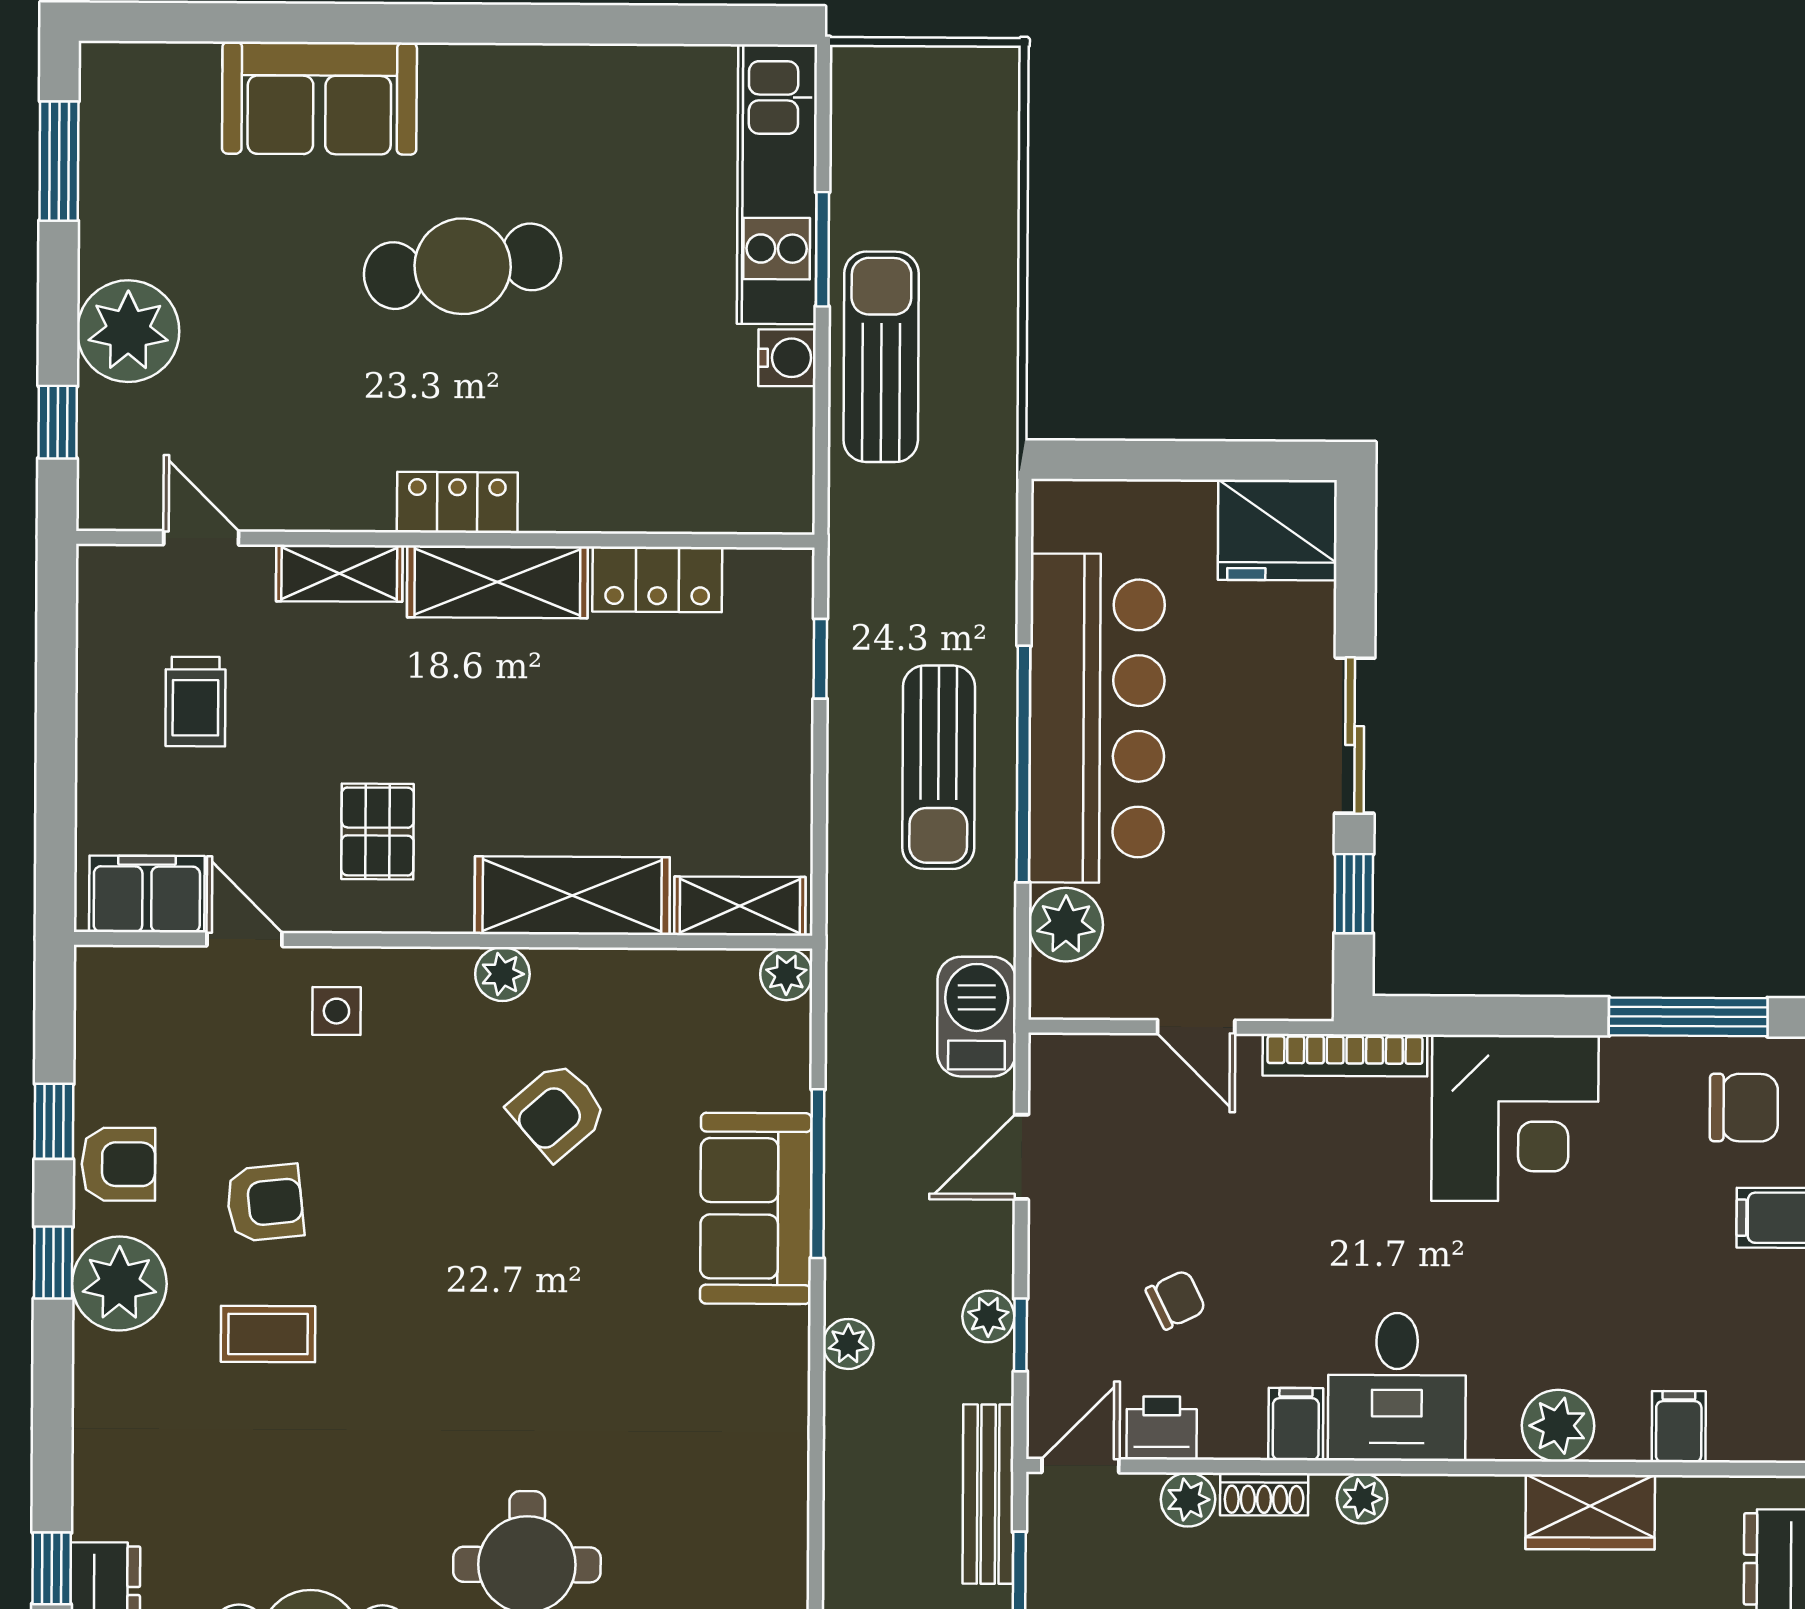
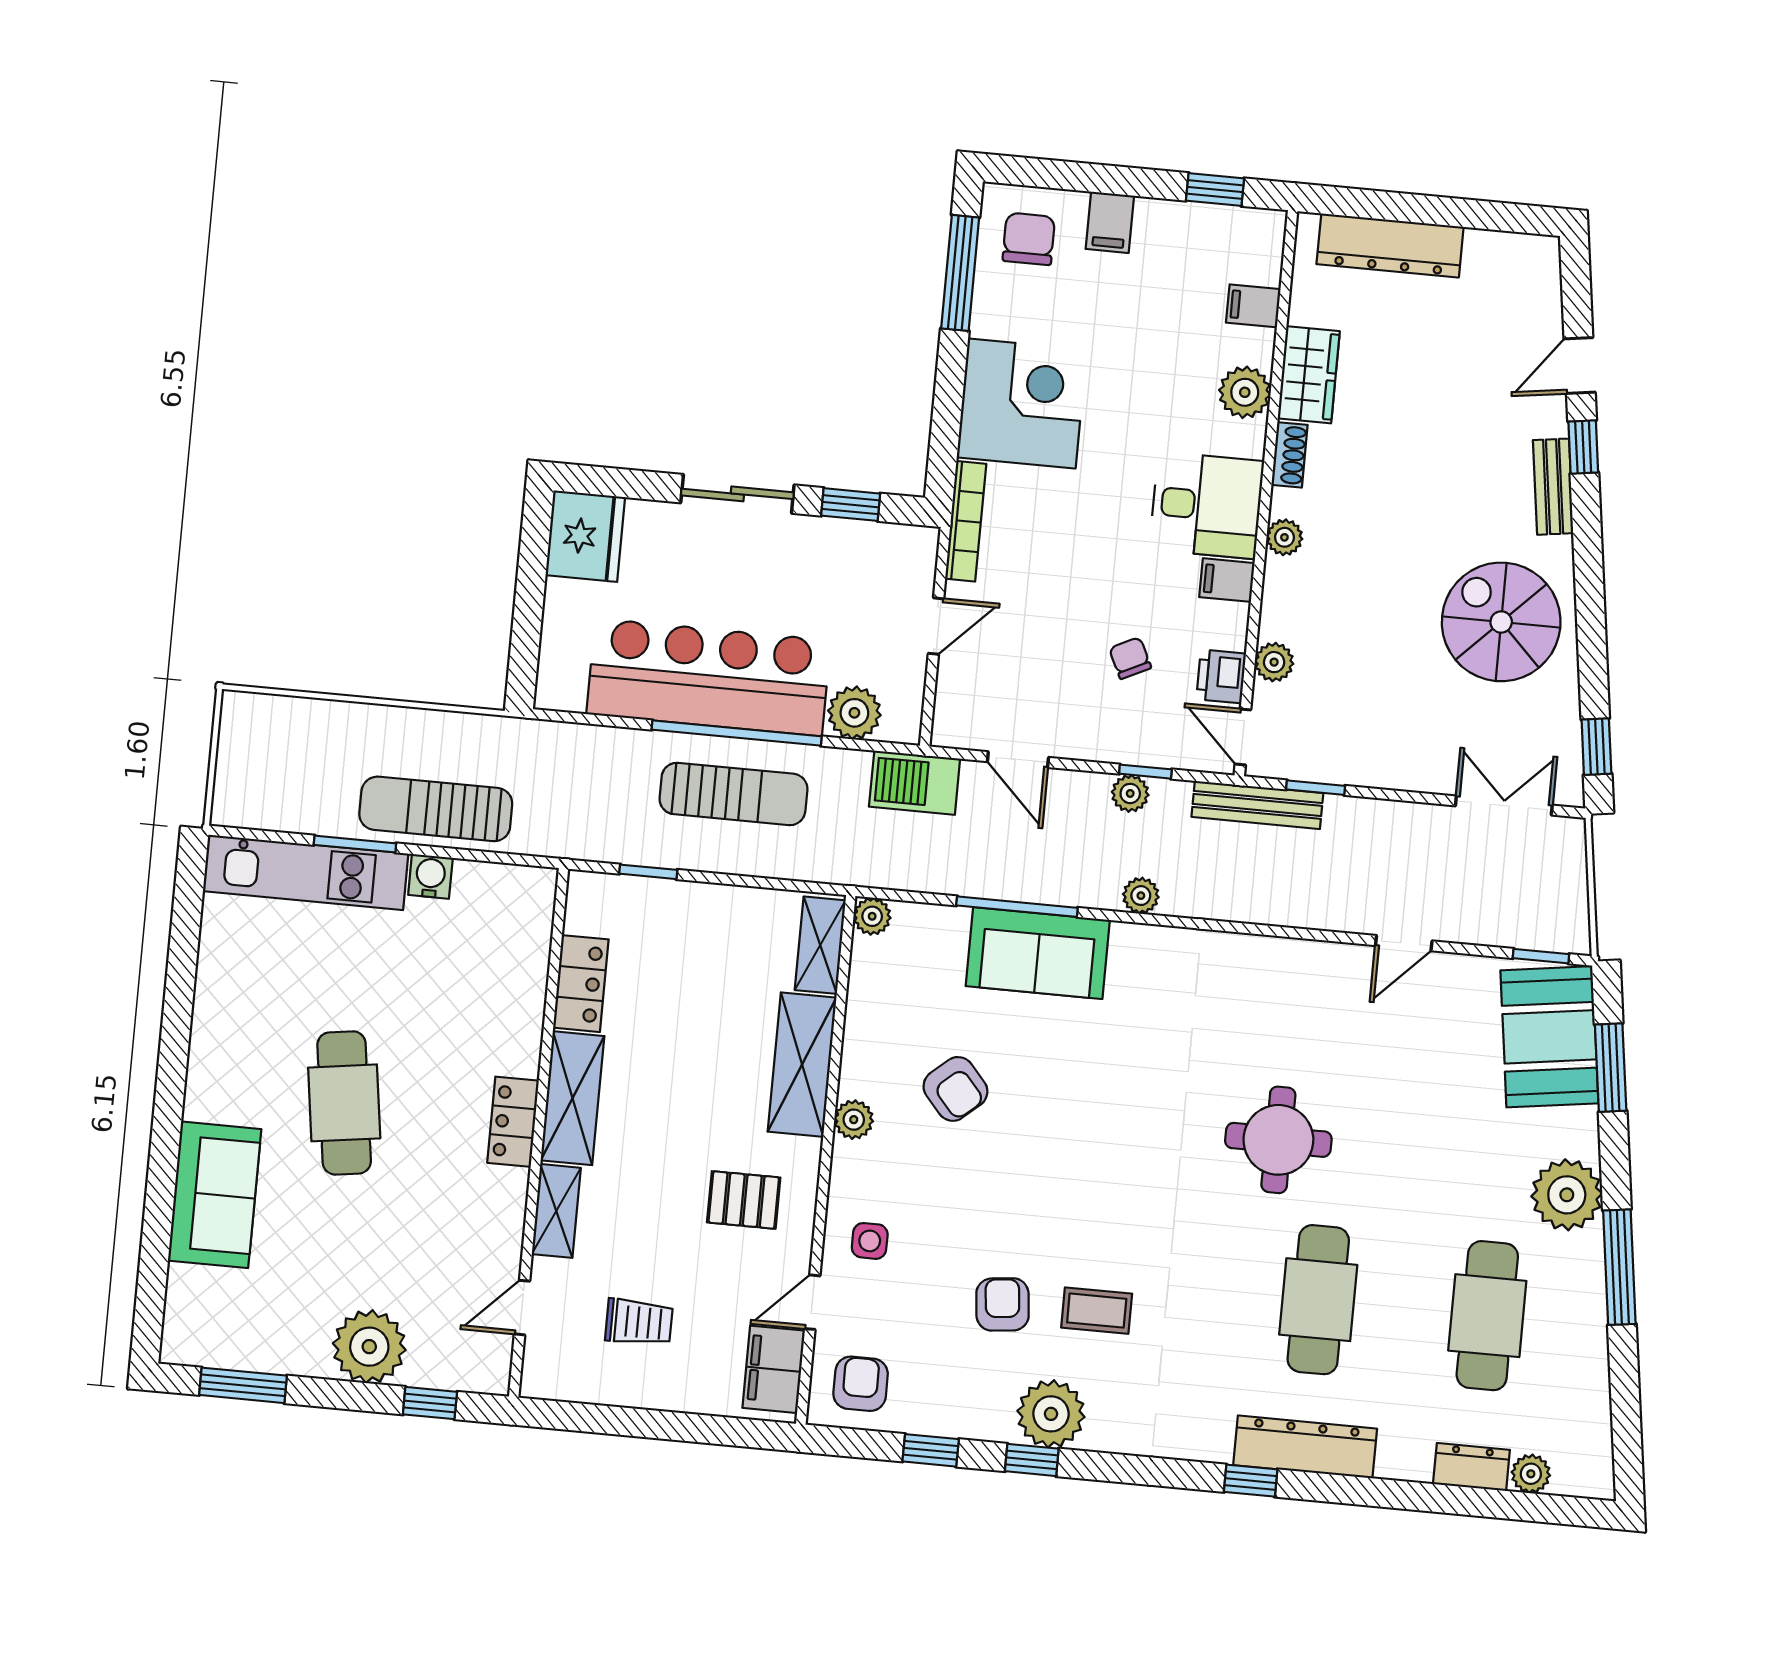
armchair: (118, 1164) -> (861, 1384), moved
coffee table: (268, 1334) -> (1097, 1311), turned 90
shoe rack: (1264, 1494) -> (1290, 455), moved

